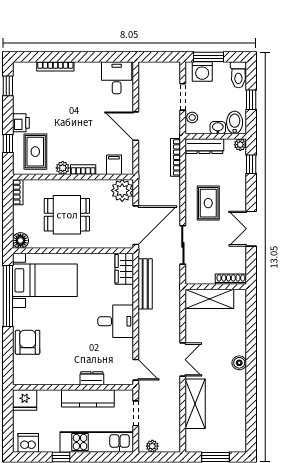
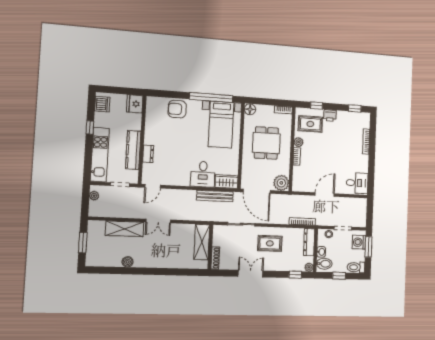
filing cabinet: (114, 165) -> (299, 178), removed
desk: (116, 321) -> (203, 174), moved
armchair: (28, 342) -> (177, 109), turned 180
boiler: (239, 363) -> (128, 262), moved

